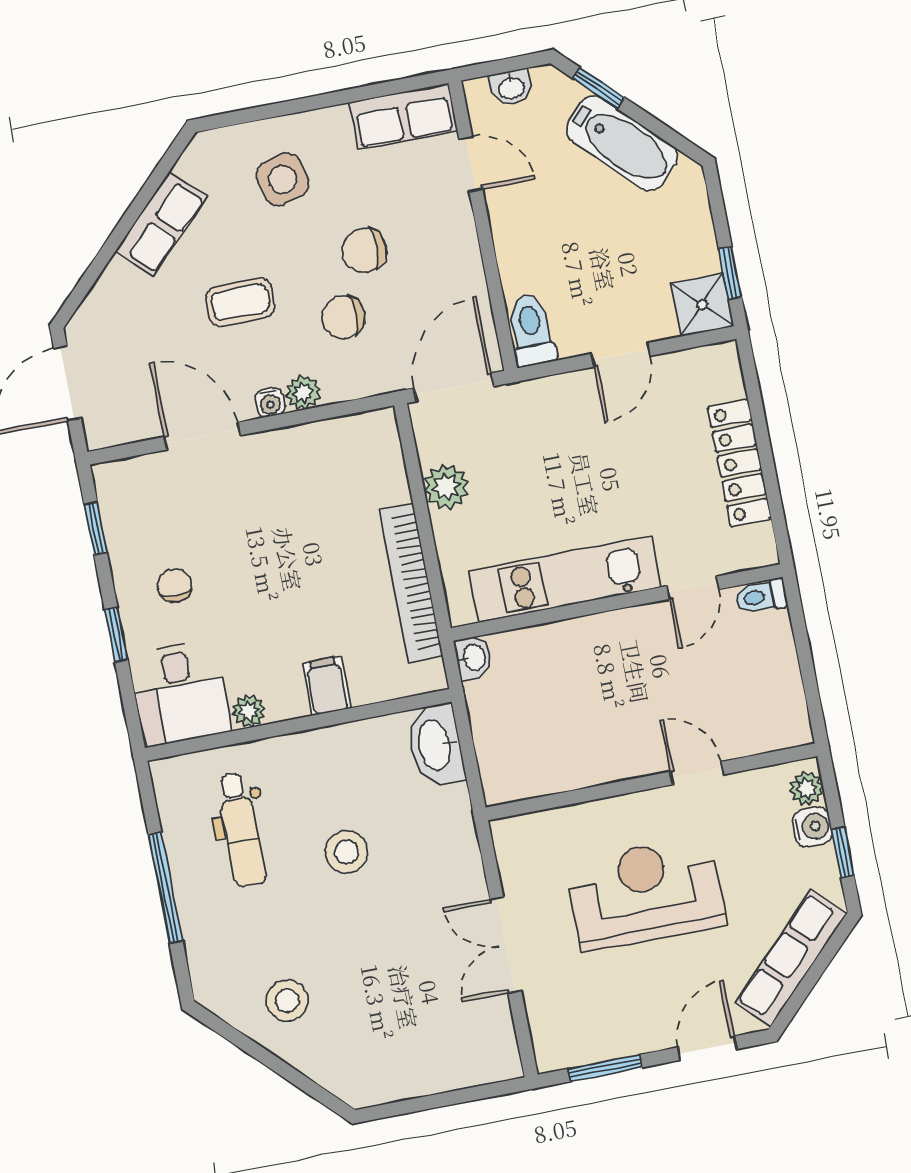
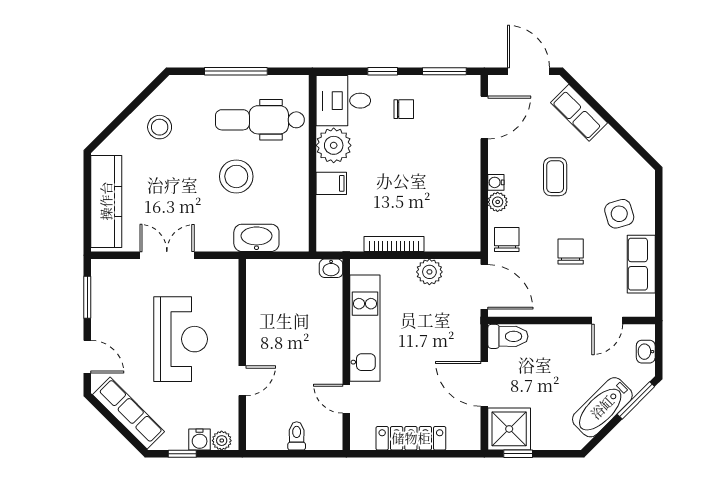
window: (599, 88) -> (636, 400), width x1.50
row of seats: (403, 117) -> (641, 264), moved
row of seats: (161, 224) -> (579, 113), moved
shower: (702, 305) -> (509, 429), width x1.36, depth x1.36
chair: (343, 317) -> (507, 240), moved
door: (621, 355) -> (484, 384), width x1.38
door: (202, 436) -> (484, 117), moved
window: (96, 529) -> (444, 71), width x1.50
bookcase: (411, 583) -> (394, 244), width x0.68, depth x0.76
toilet: (761, 596) -> (297, 436), moved
plant: (249, 711) -> (334, 145), width x1.88, depth x1.88
washbasin: (436, 745) -> (256, 238), moved
dental chair: (241, 830) -> (260, 120), width x1.36, depth x1.38
stool: (347, 852) -> (236, 176), width x1.38, depth x1.38
kitchen counter: (433, 1067) -> (106, 201), added

